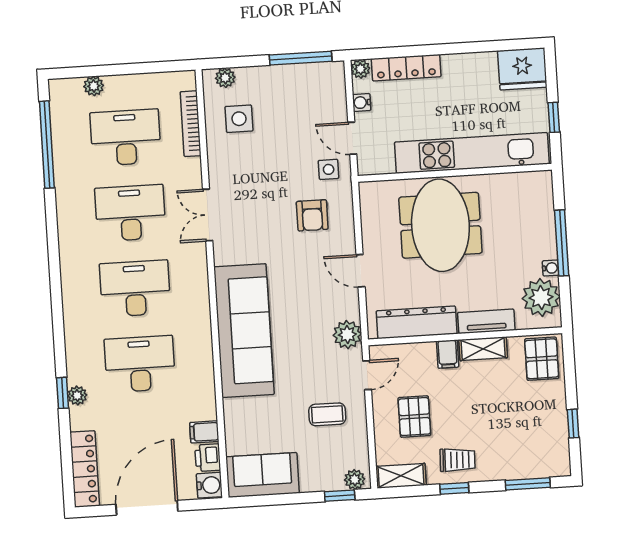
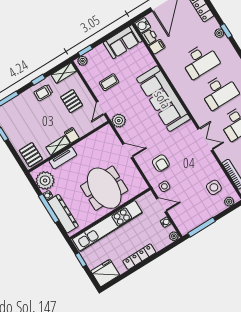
locker: (406, 68) -> (139, 257), moved
armchair: (312, 215) -> (161, 163), turned 180
dresser: (417, 322) -> (63, 214), moved, turned -90

